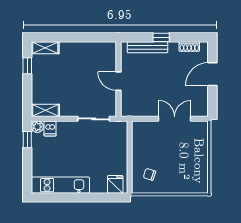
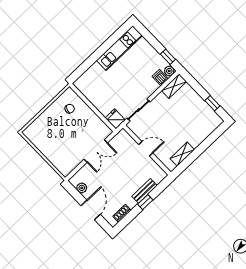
bench: (147, 47) -> (144, 191), width x0.73
shelving: (45, 48) -> (182, 154), moved
plant: (202, 99) -> (82, 188), added
double door: (175, 119) -> (96, 151), moved
fridge: (115, 184) -> (115, 119), moved, turned 180

